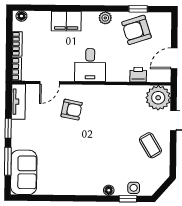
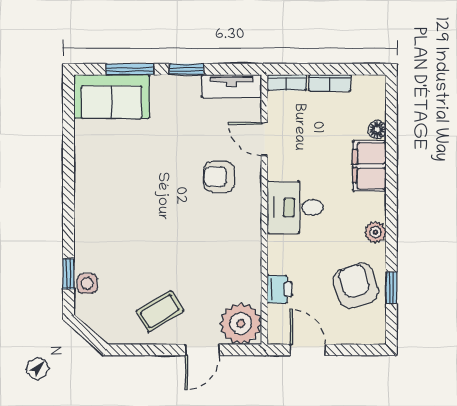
floor lamp: (21, 16) -> (377, 130), moved
armchair: (72, 110) -> (219, 177), turned 79
floor lamp: (109, 190) -> (83, 241), removed

